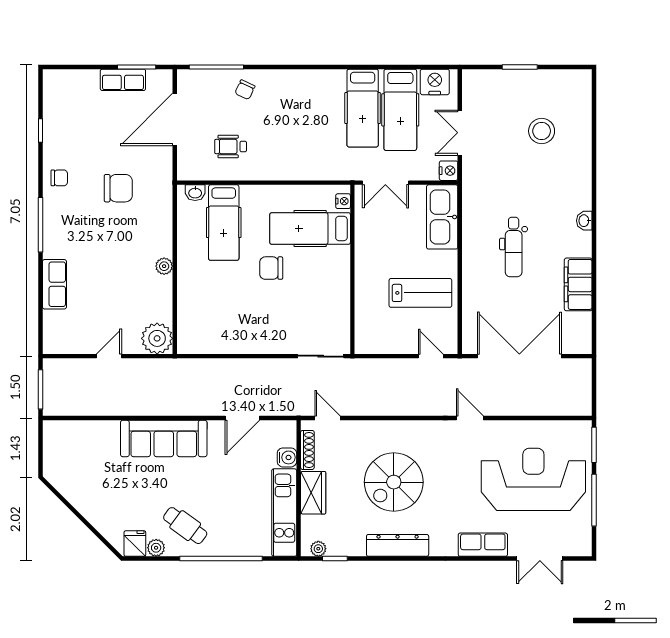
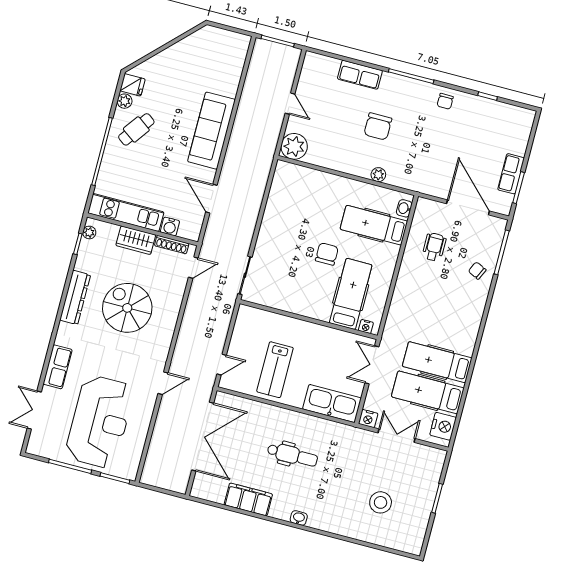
chair: (118, 188) -> (378, 126), moved
dental chair: (514, 247) -> (292, 455), turned 180
plant: (164, 266) -> (378, 175), moved

